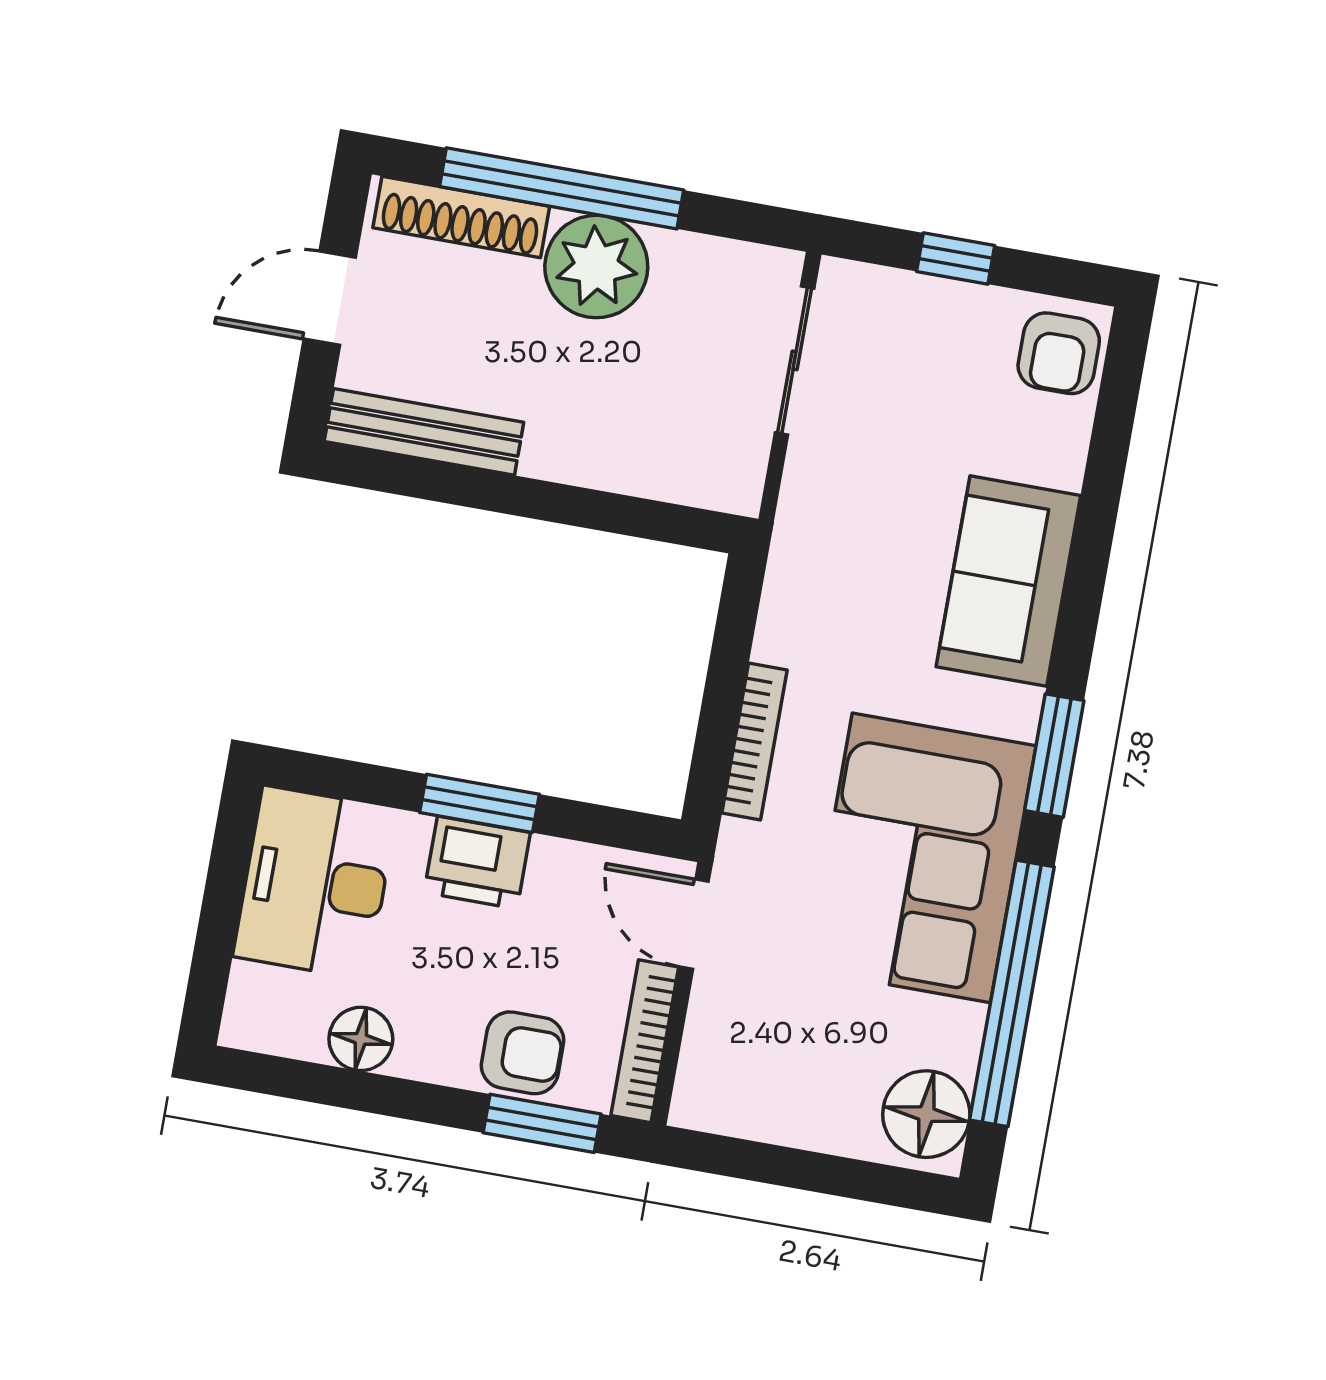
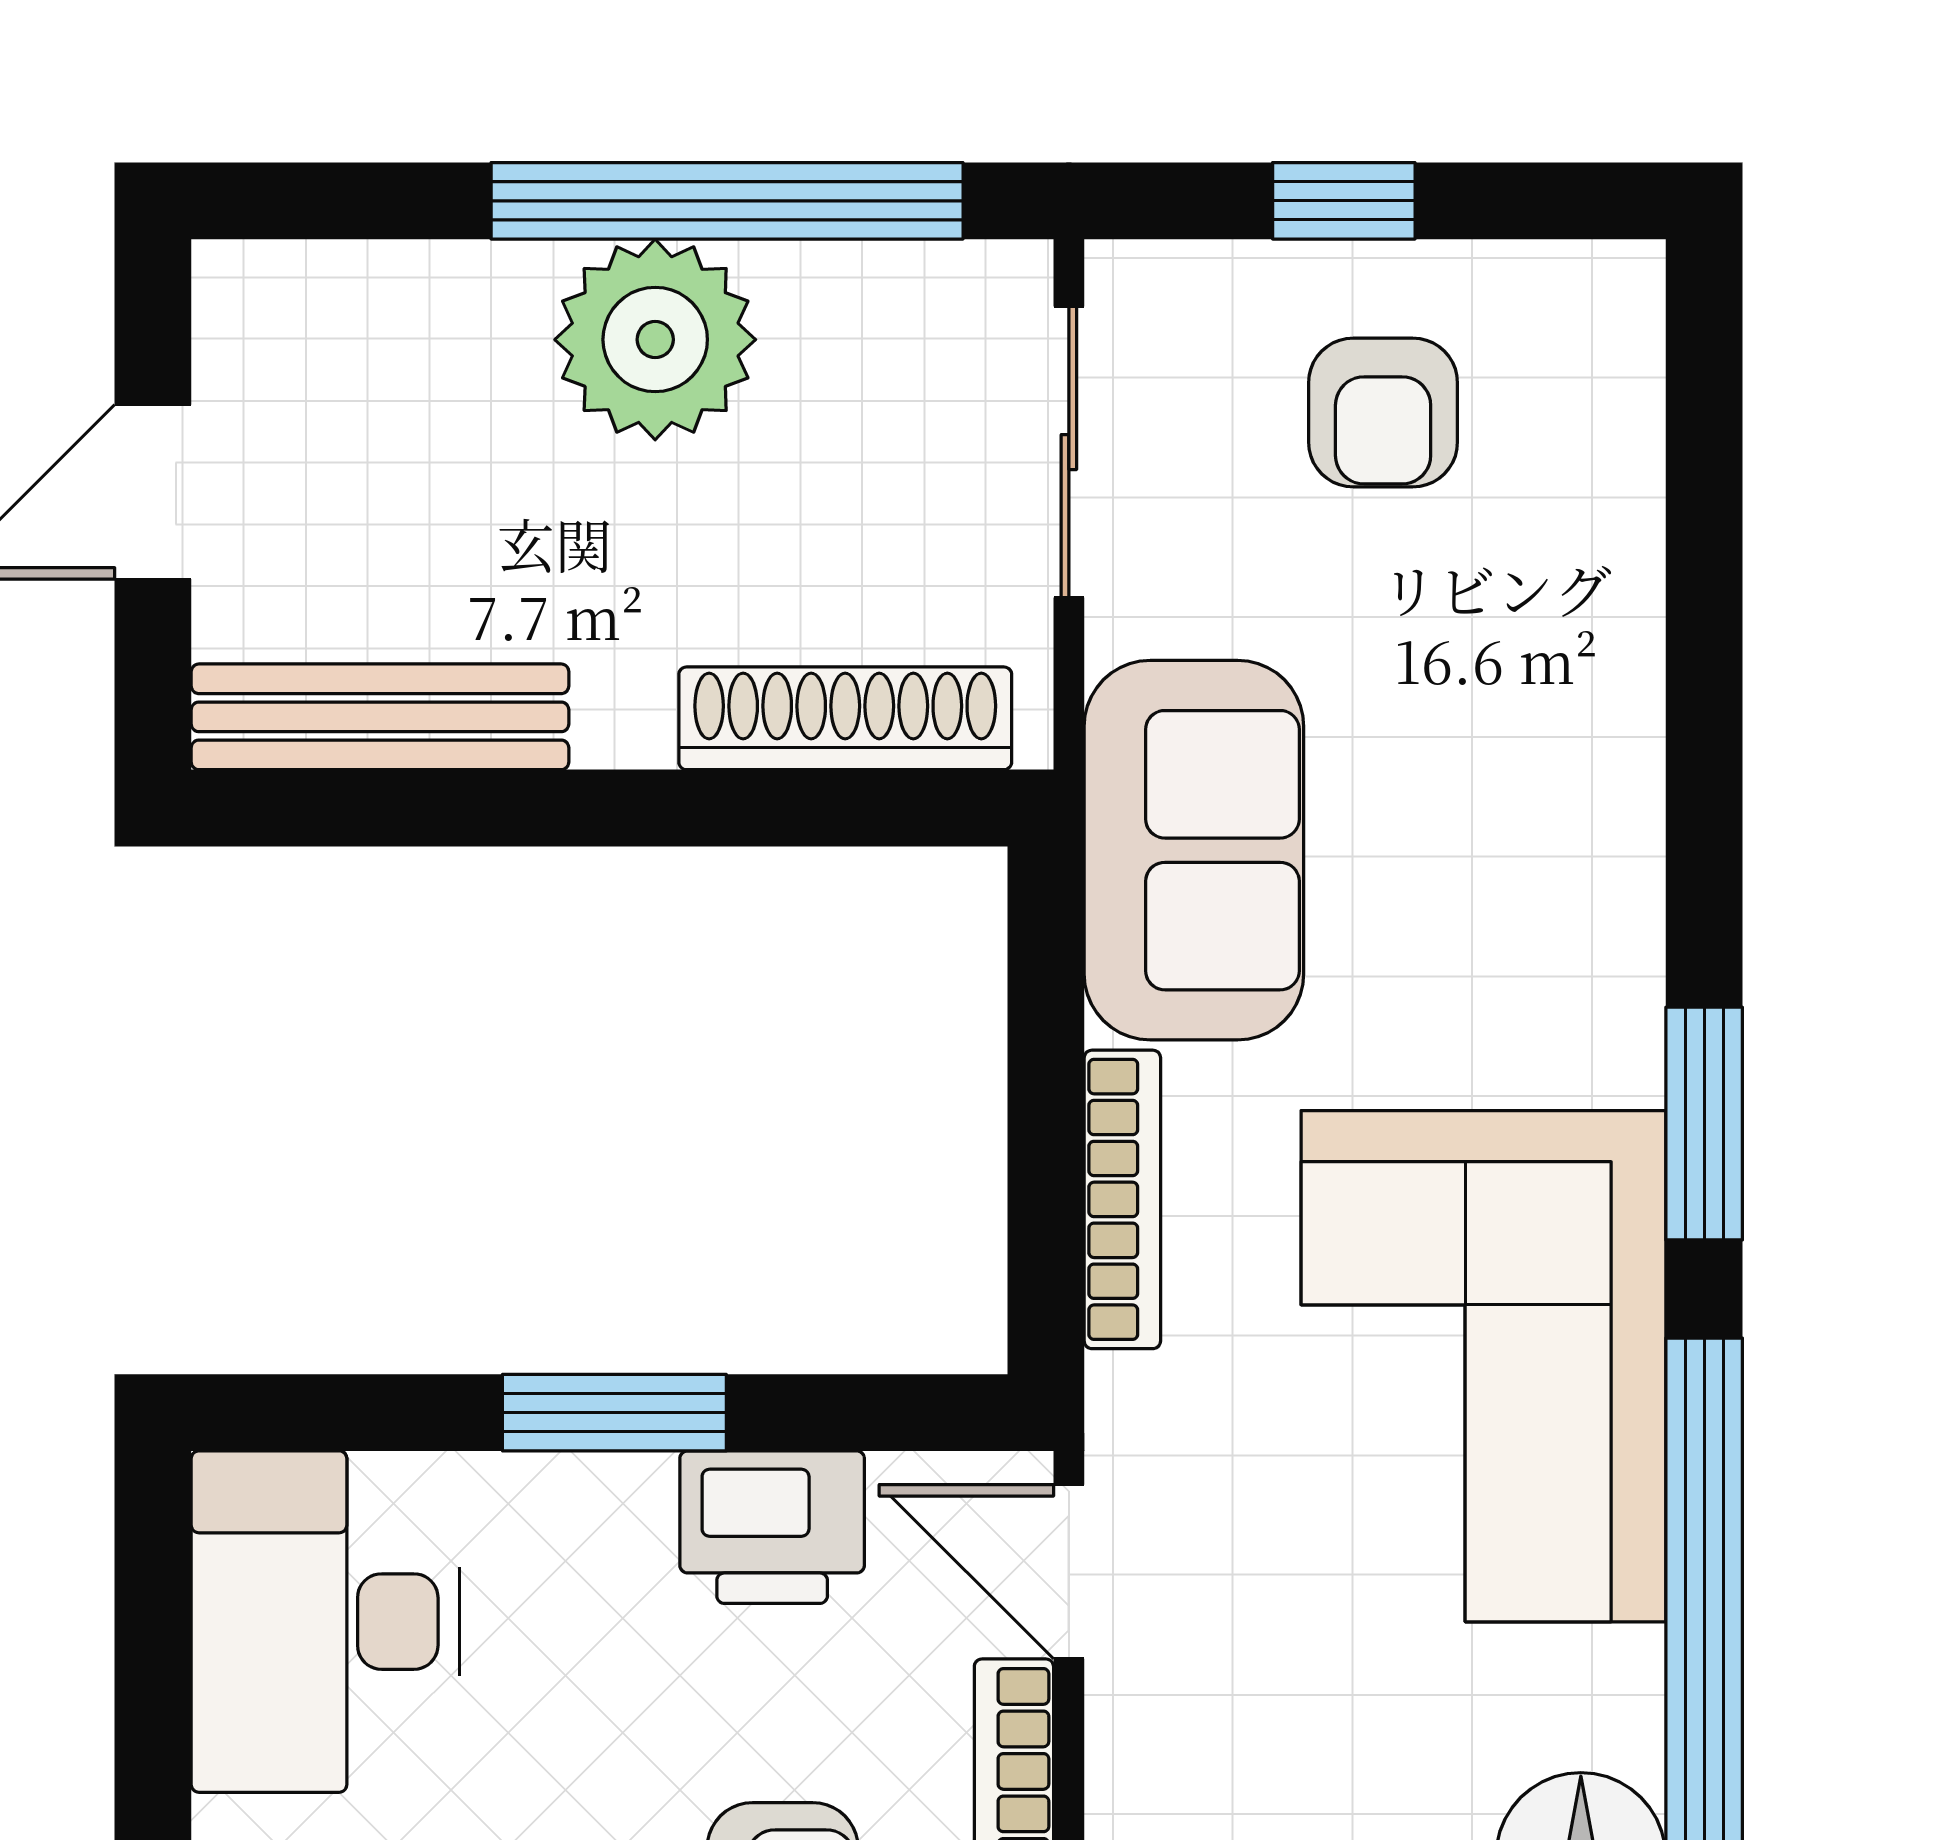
window: (562, 188) -> (727, 201), moved
shoe rack: (461, 217) -> (845, 718), moved, turned 180
armchair: (1059, 353) -> (1383, 412), moved
sofa: (1008, 581) -> (1194, 850), moved, turned 180
printer: (477, 862) -> (772, 1527), moved

